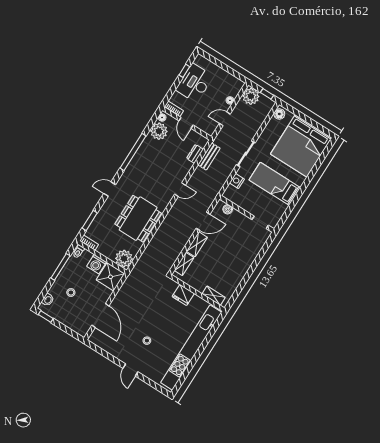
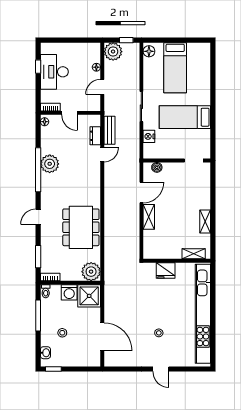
plant: (159, 131) -> (50, 164), moved
bed: (301, 146) -> (175, 68), width x0.49
door: (180, 190) -> (102, 154), moved
shelving: (184, 264) -> (205, 222), moved

